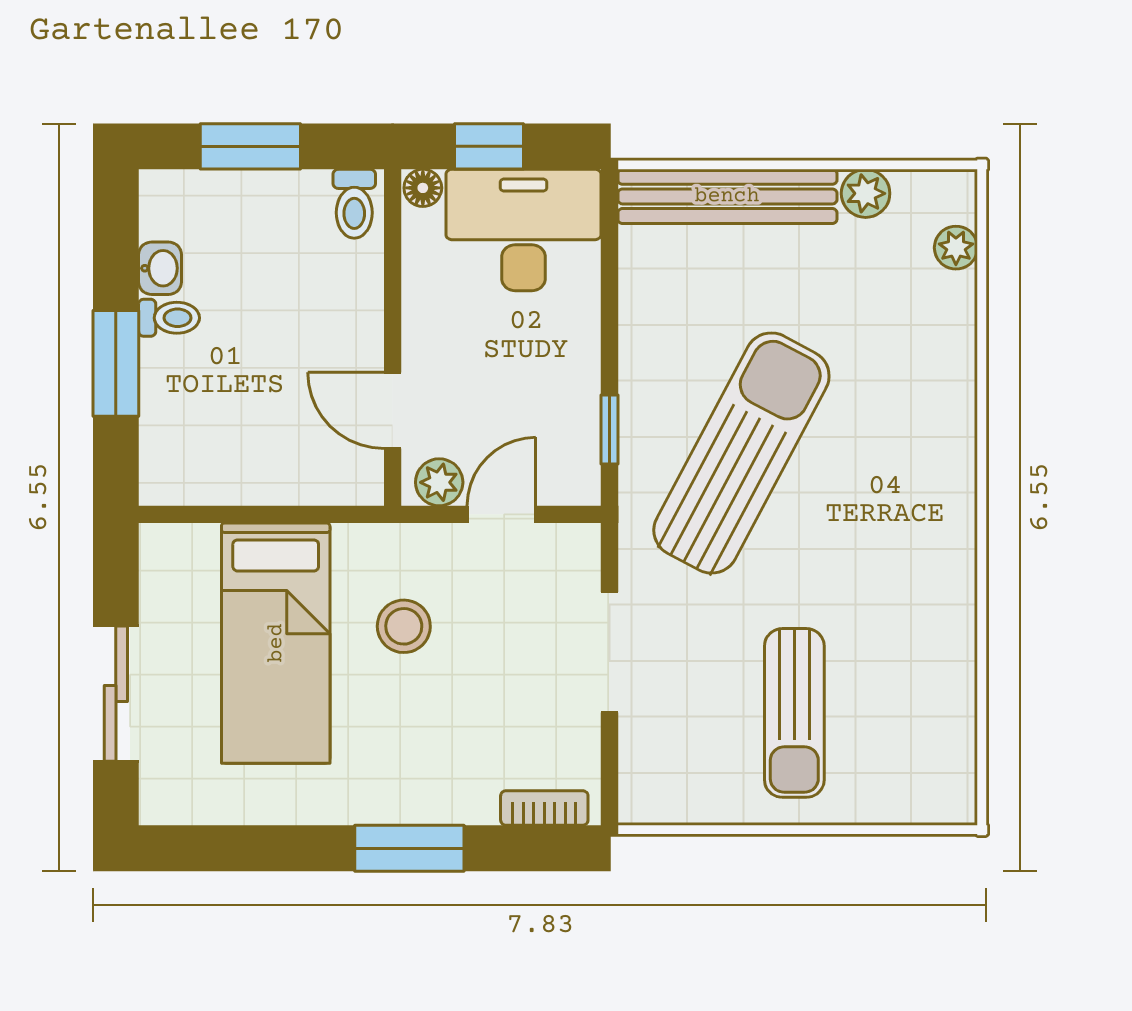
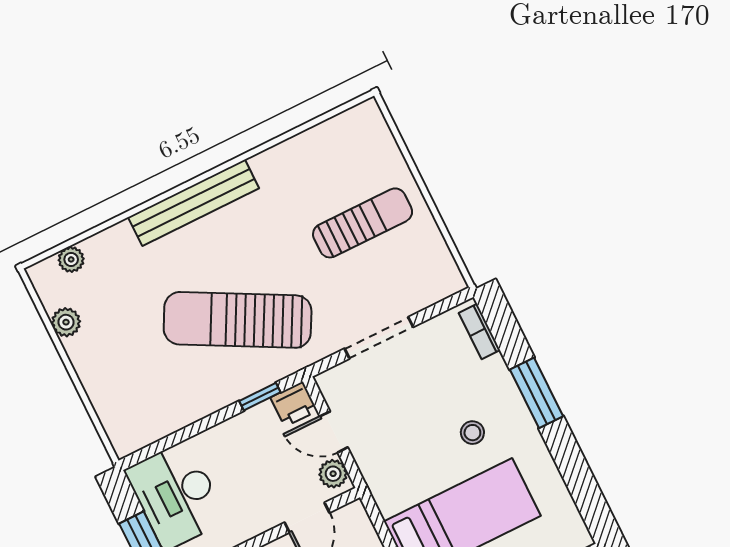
bench: (727, 196) -> (194, 203), moved, turned 90
printer: (573, 475) -> (294, 404), added
stool: (404, 626) -> (472, 433), moved, width x0.73, depth x0.73

